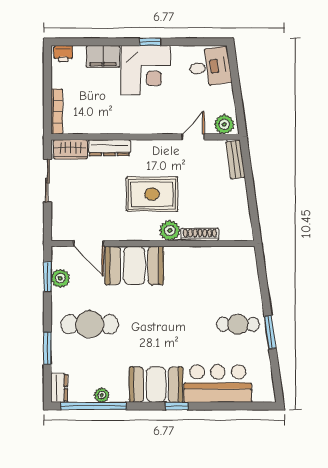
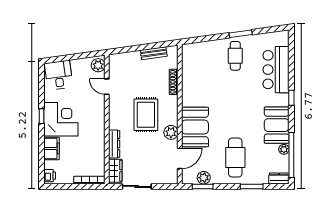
bench: (235, 160) -> (154, 53), moved
plant: (170, 231) -> (171, 132), moved
booth: (156, 385) -> (277, 125), moved

